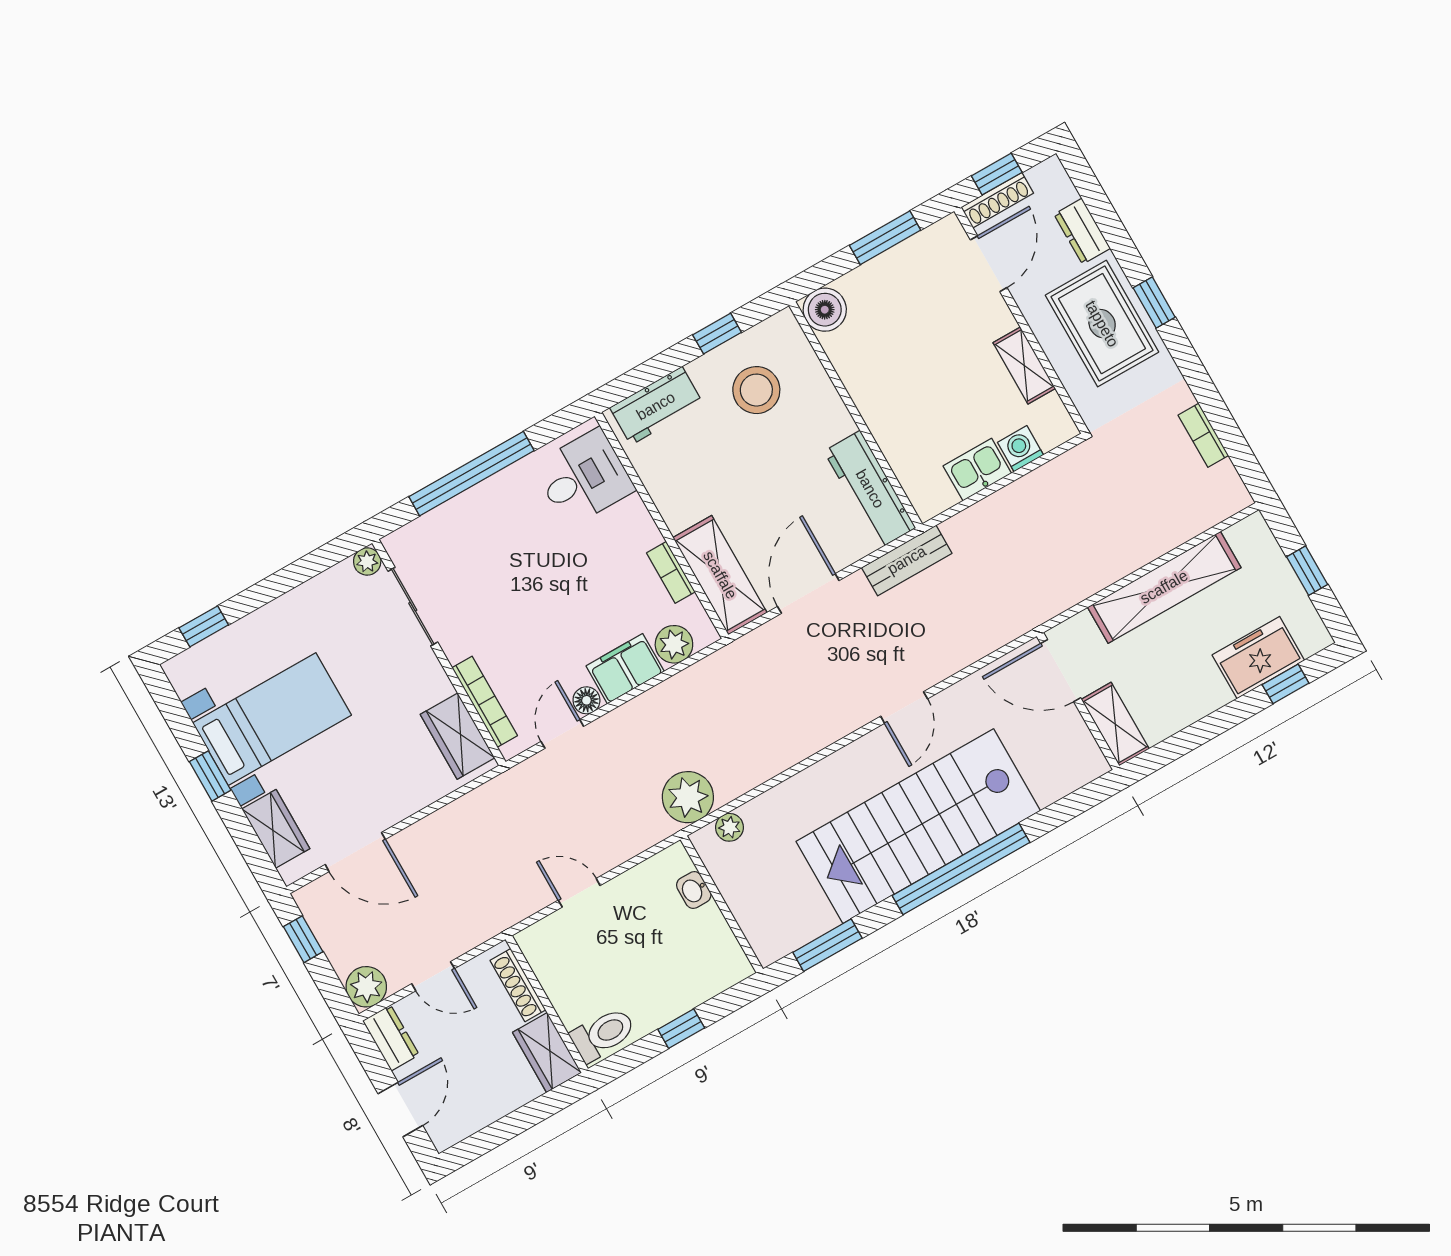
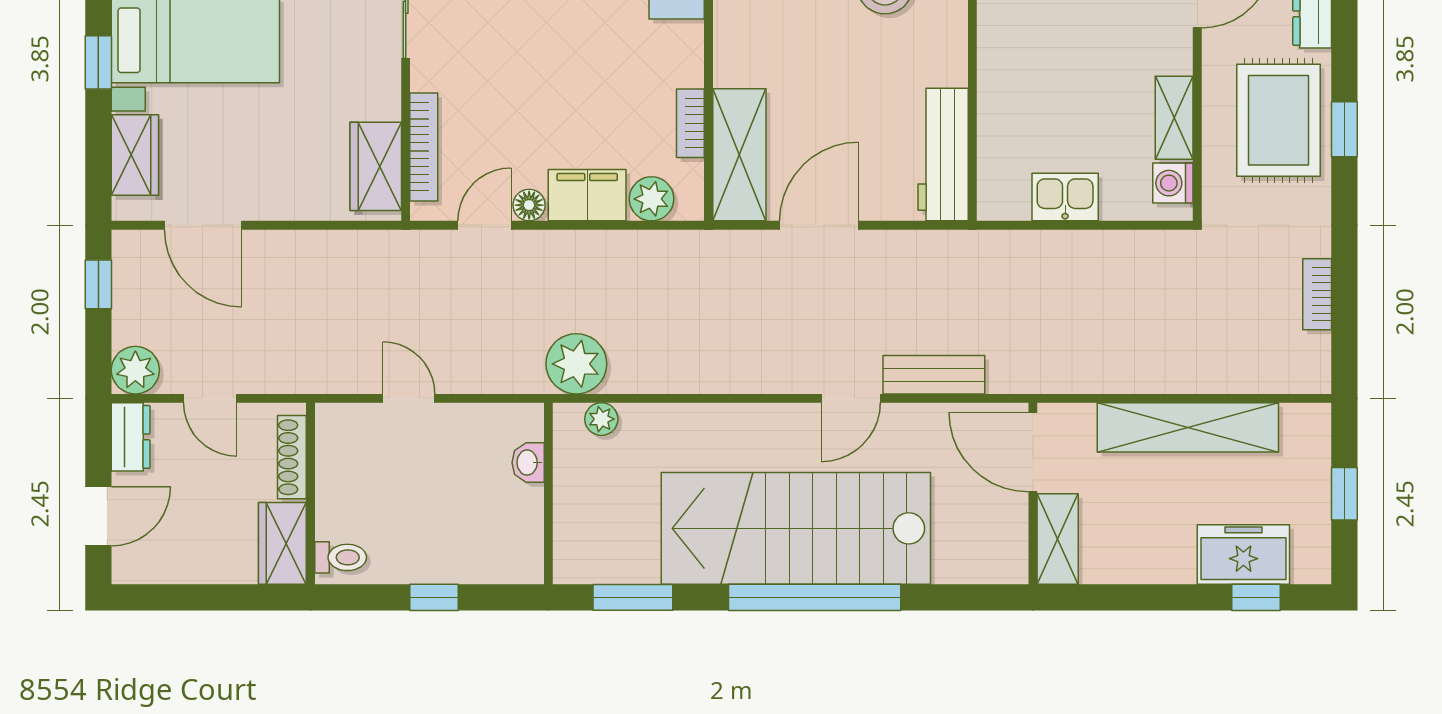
washing machine: (1020, 449) -> (1173, 183), moved, turned -90
bench: (907, 560) -> (934, 375), moved
toilet: (603, 1034) -> (341, 557), width x0.73, depth x0.72

